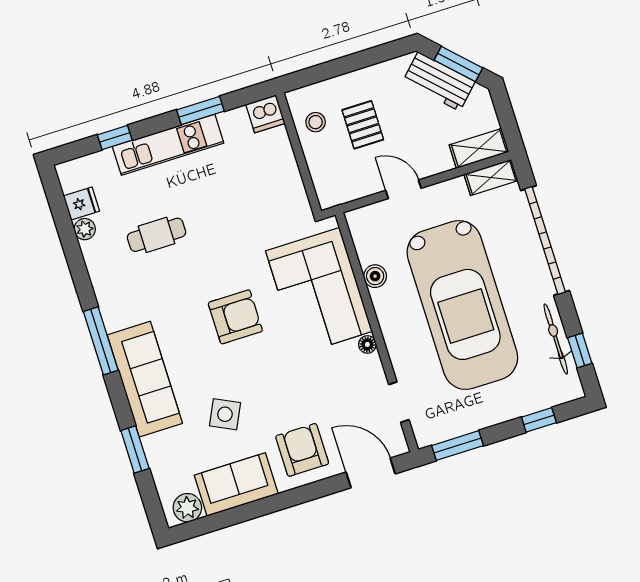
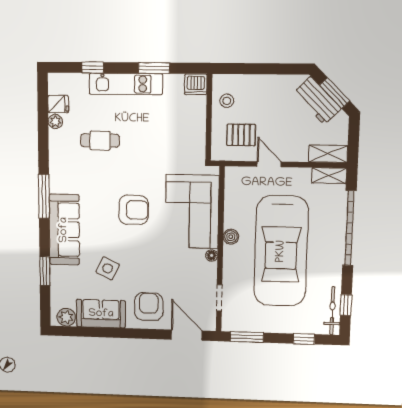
pallet: (363, 125) -> (241, 135), moved, turned 90
boiler: (375, 276) -> (231, 237), moved
bicycle: (556, 339) -> (332, 311), moved

